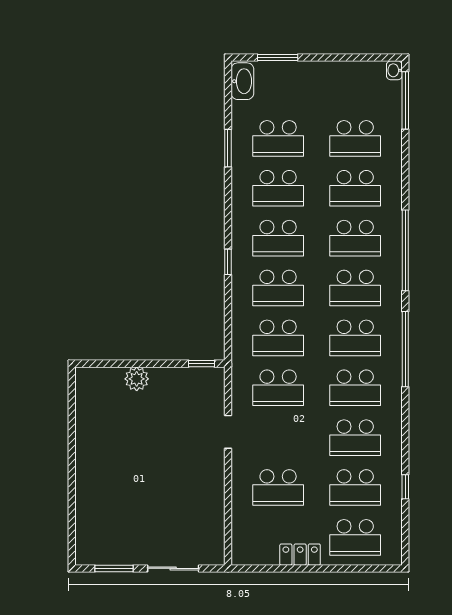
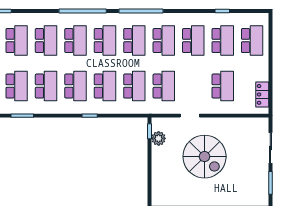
plant: (137, 379) -> (159, 138), moved
spiral stairs: (159, 457) -> (205, 157), added
locker: (300, 555) -> (262, 94), moved

